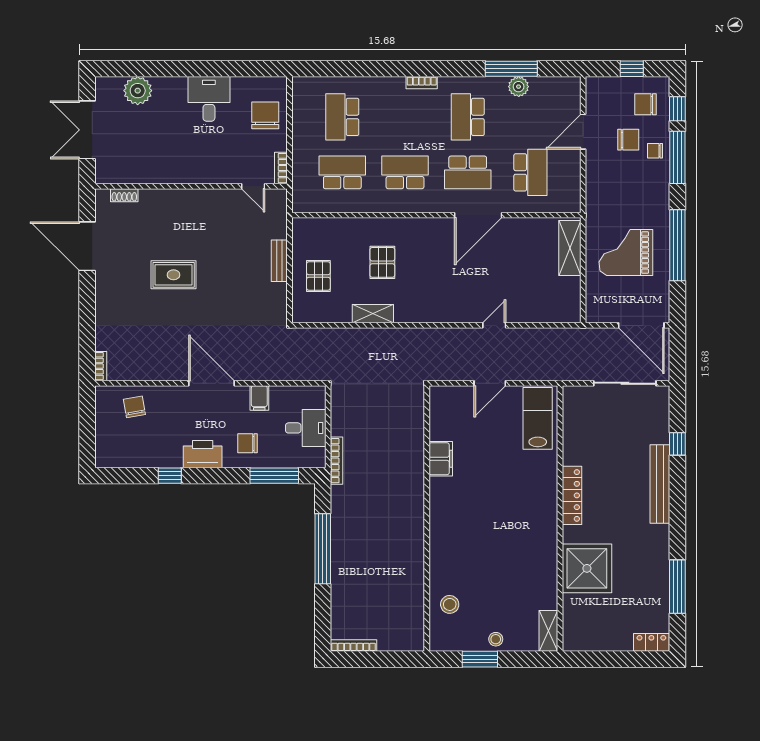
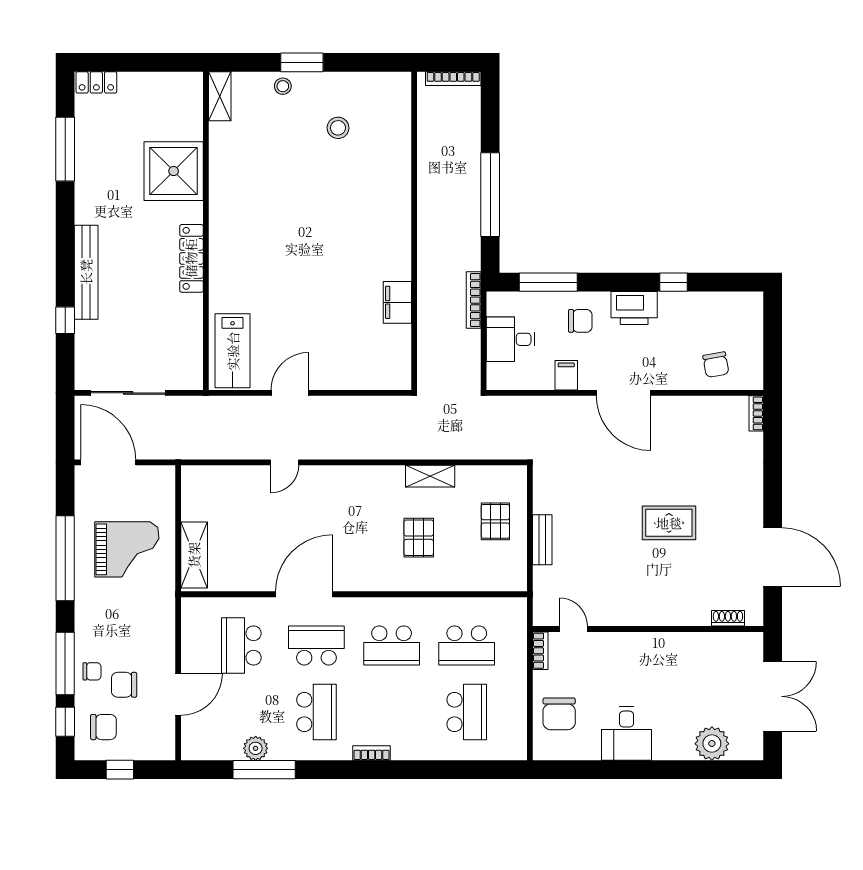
filing cabinet: (441, 459) -> (397, 302), moved
wall: (427, 518) -> (414, 231), moved

